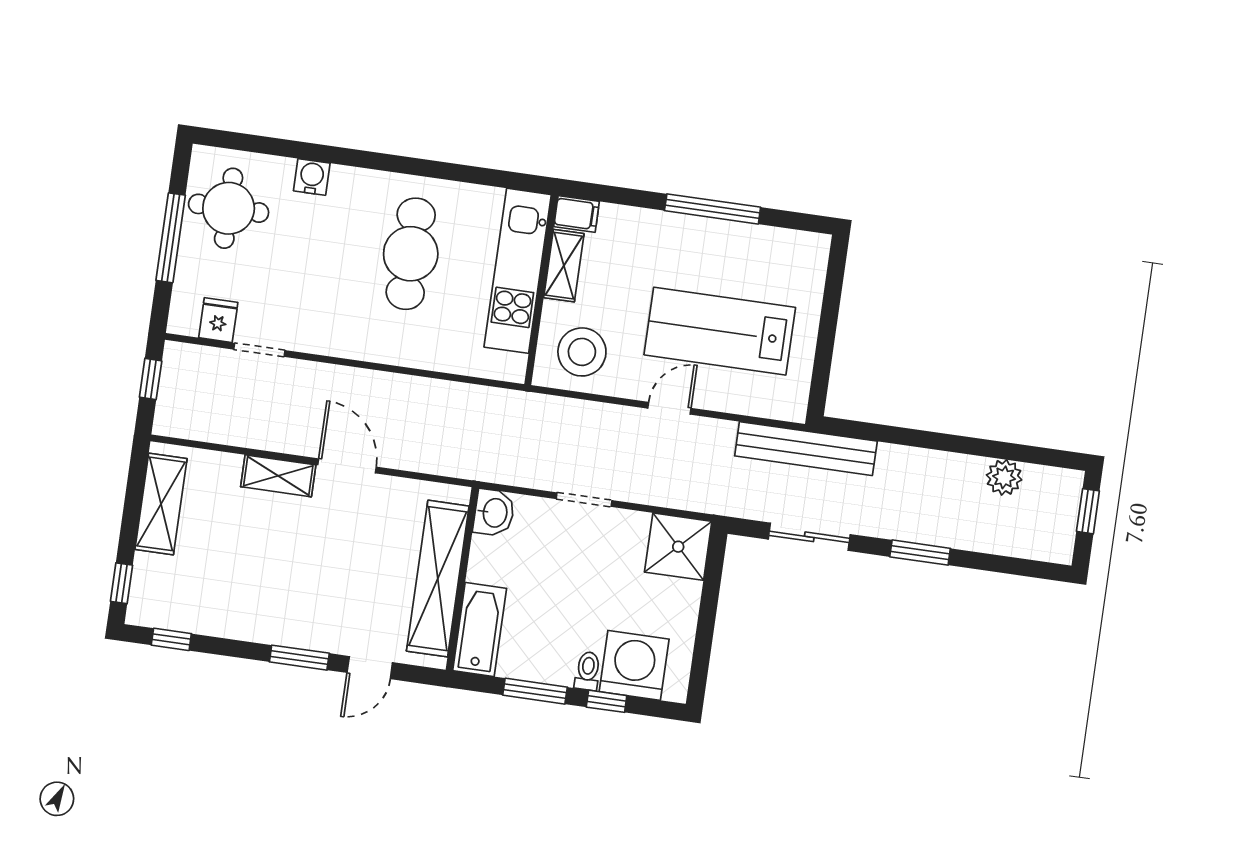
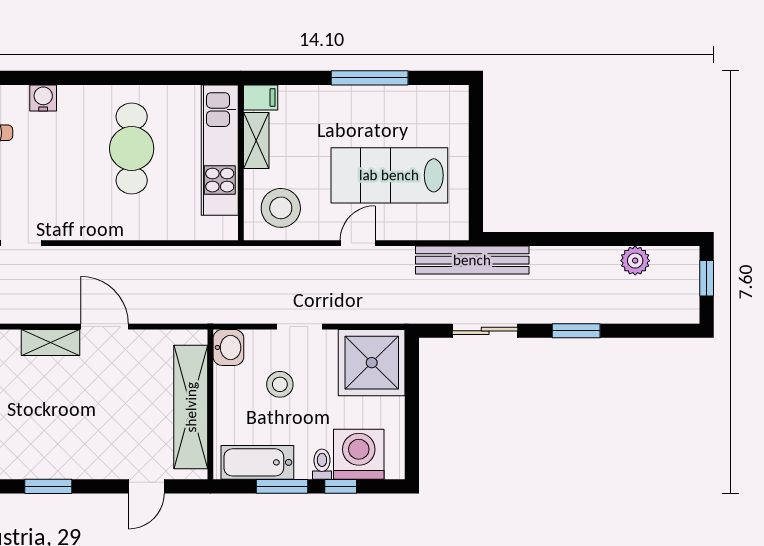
shower: (678, 547) -> (372, 363), width x1.37, depth x1.37
stool: (550, 566) -> (280, 384), added
bathtub: (480, 630) -> (257, 462), moved, turned -90
window: (299, 658) -> (48, 486), moved

